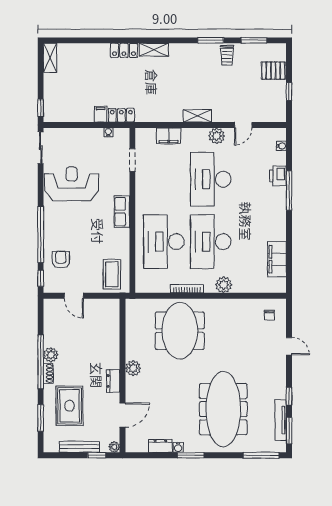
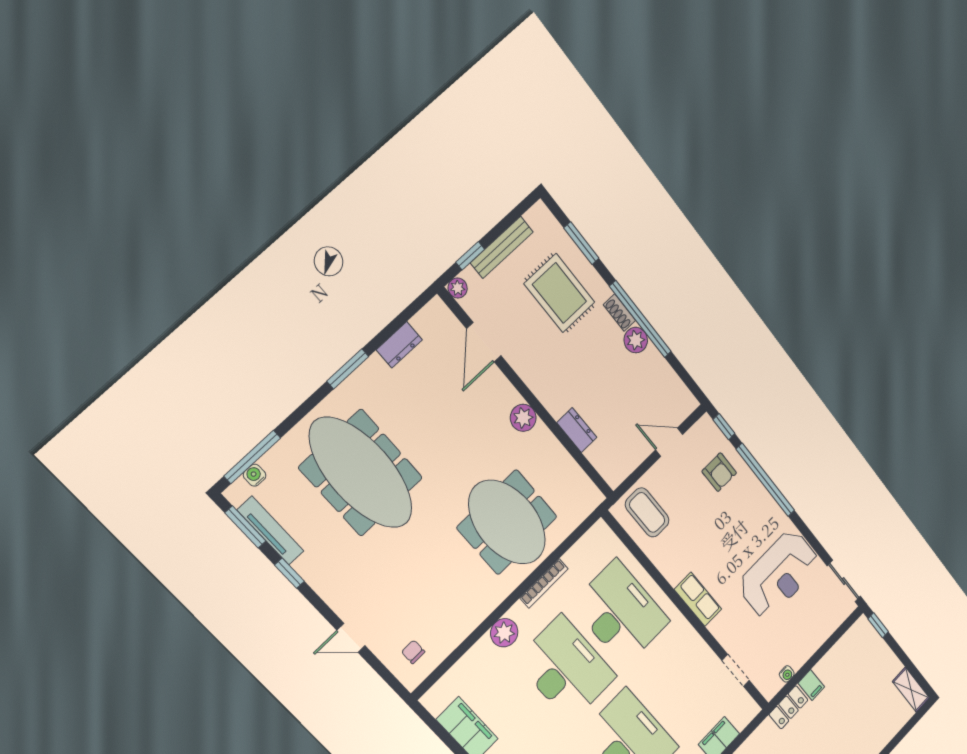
dresser: (113, 381) -> (577, 430), moved
water cooler: (178, 447) -> (255, 475), moved

